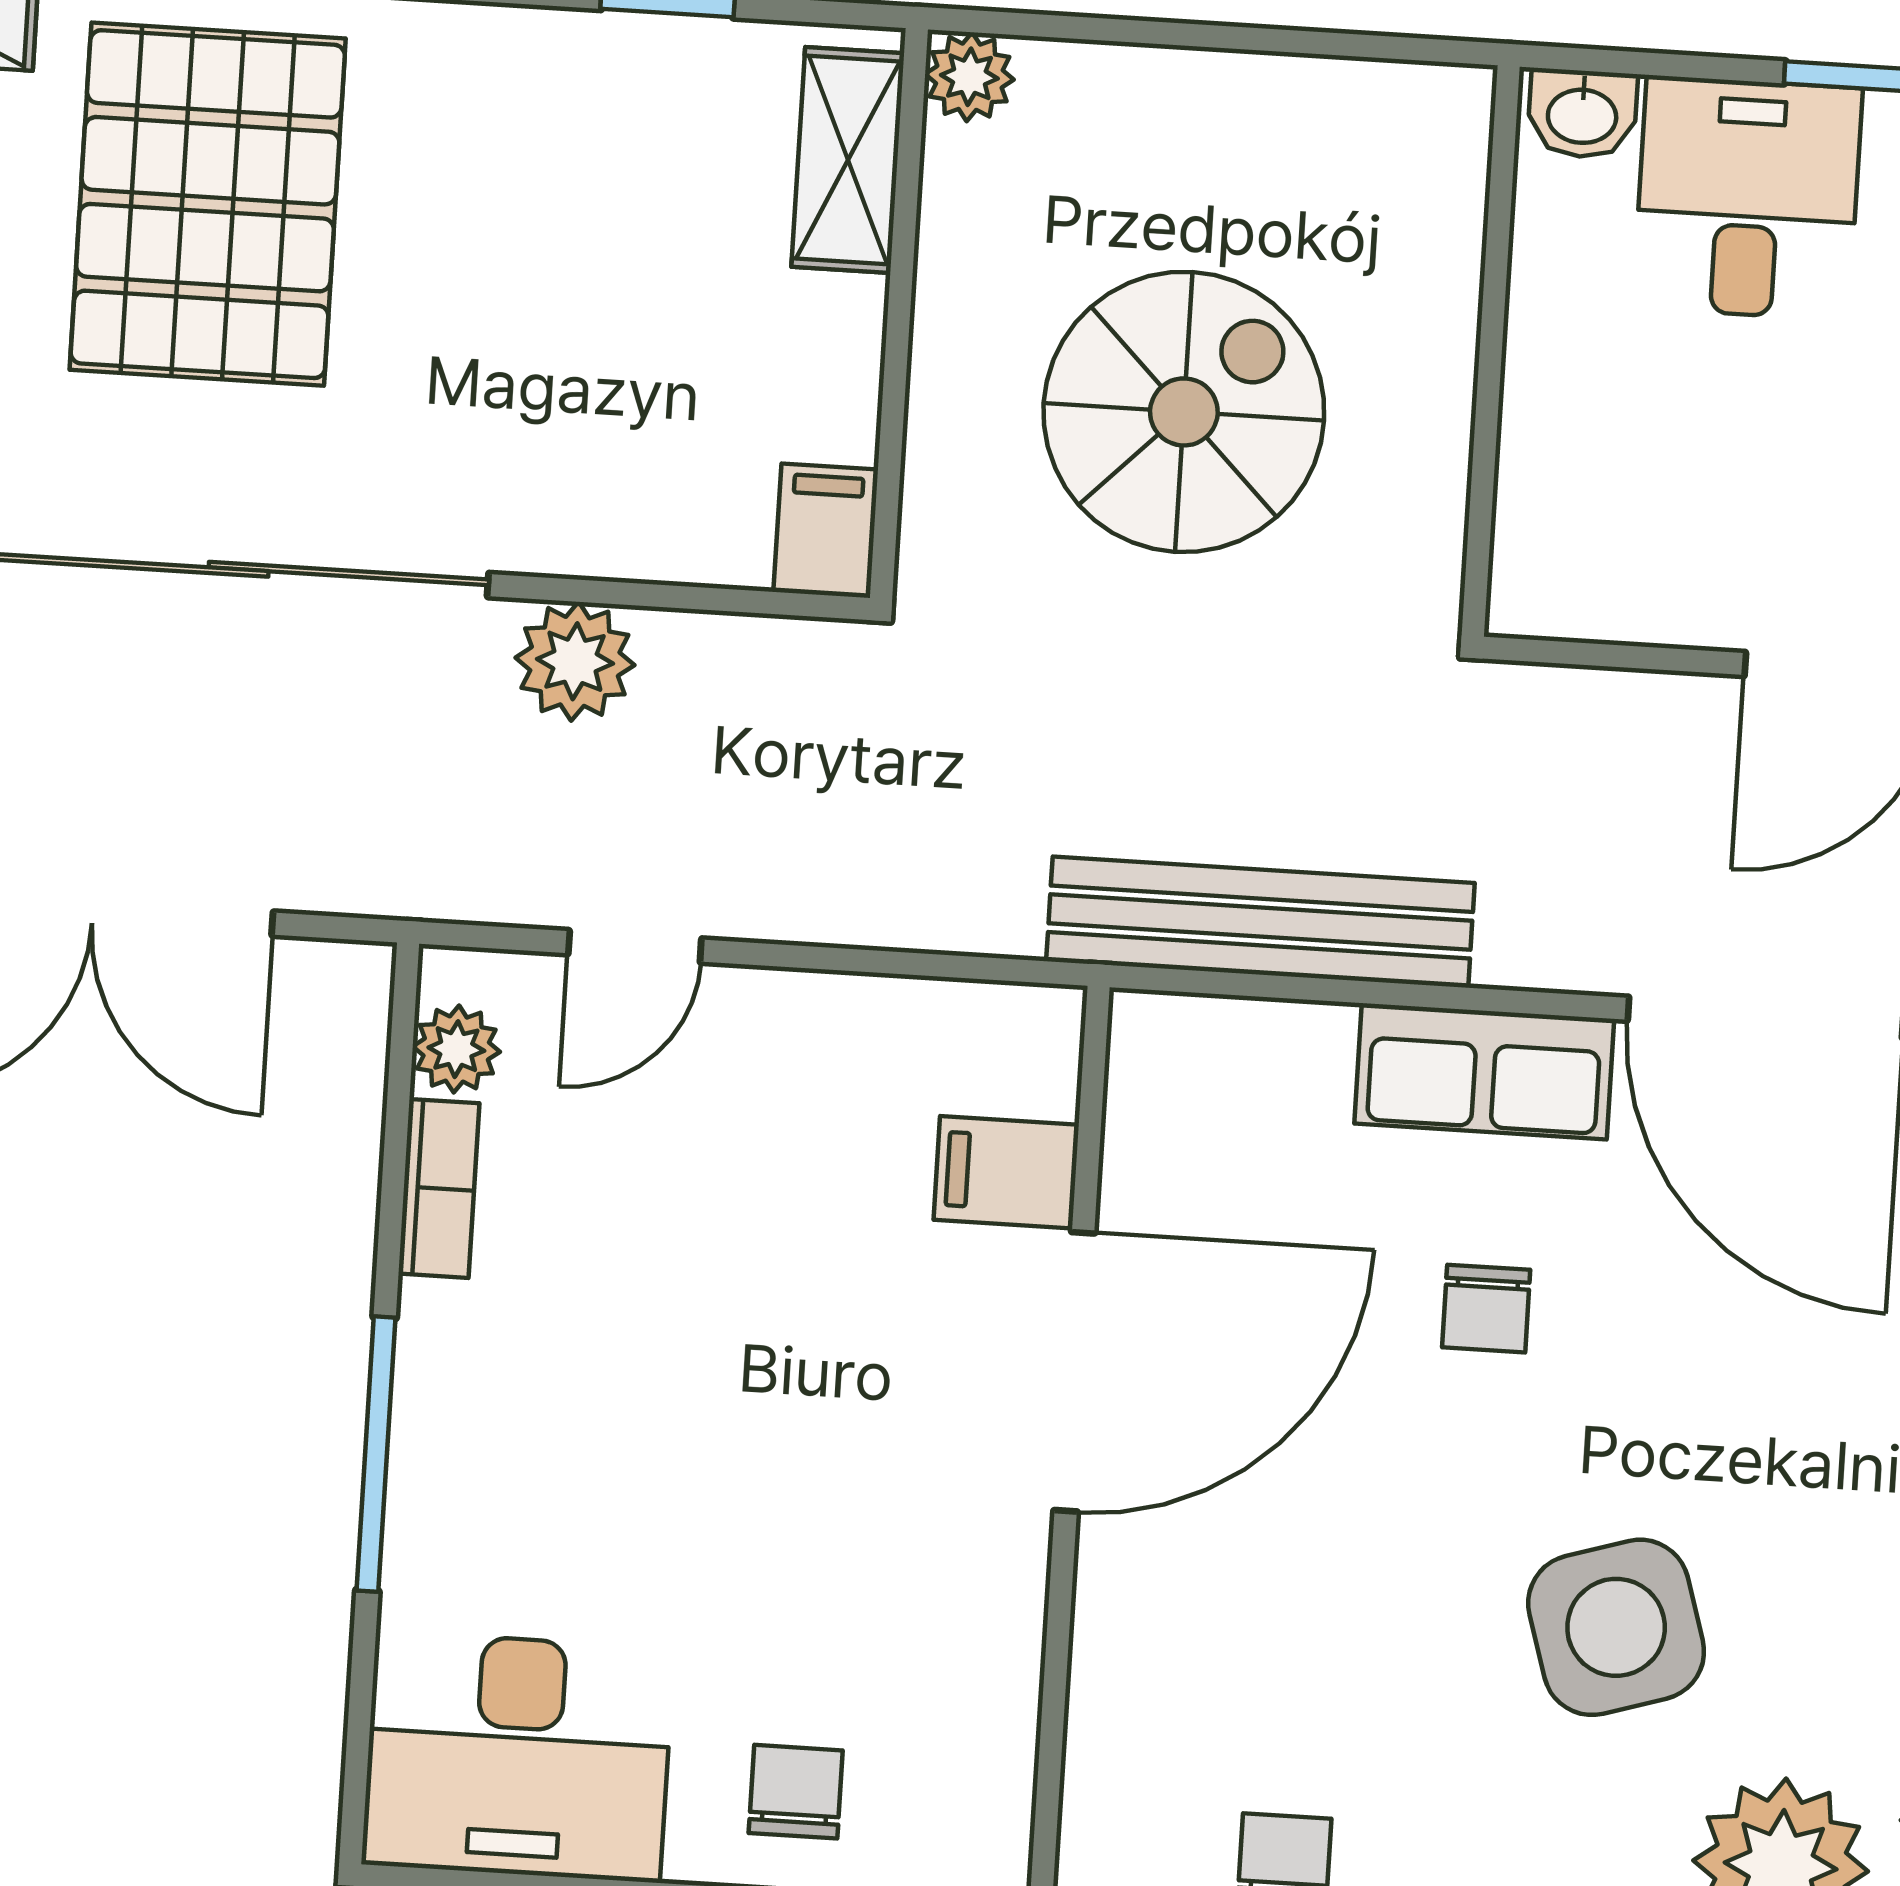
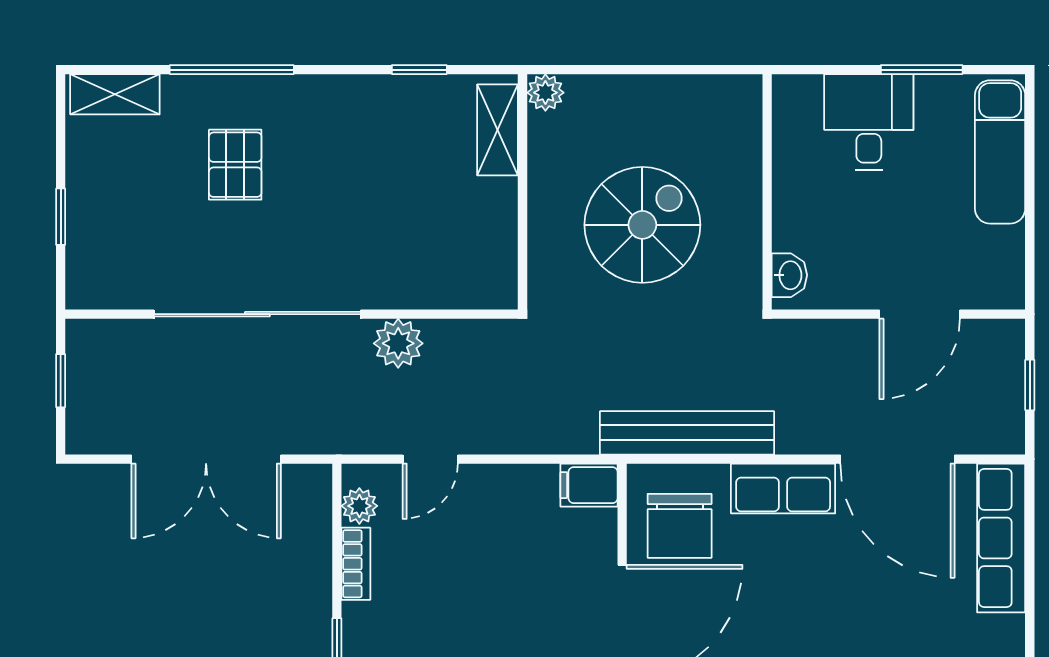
washbasin: (1582, 114) -> (789, 275), moved, turned -90
pallet: (208, 204) -> (235, 165), width x0.49, depth x0.50
filing cabinet: (826, 531) -> (498, 283), removed
filing cabinet: (1006, 1172) -> (589, 485), moved
chair: (1486, 1309) -> (680, 526), moved, width x1.87, depth x1.87

